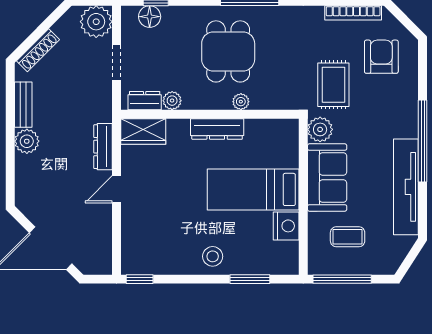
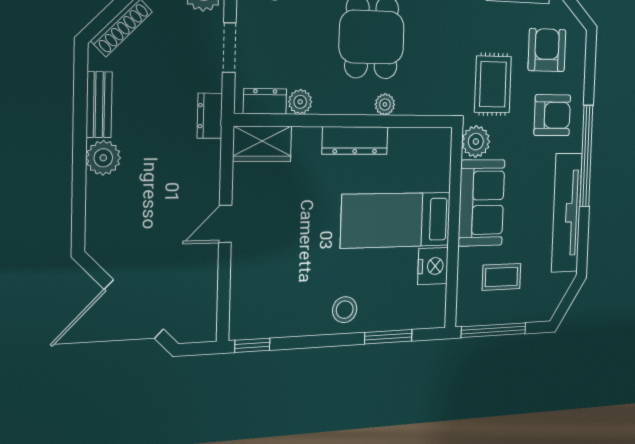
armchair: (389, 108) -> (552, 115), added
dresser: (103, 147) -> (210, 116), moved, width x0.70

